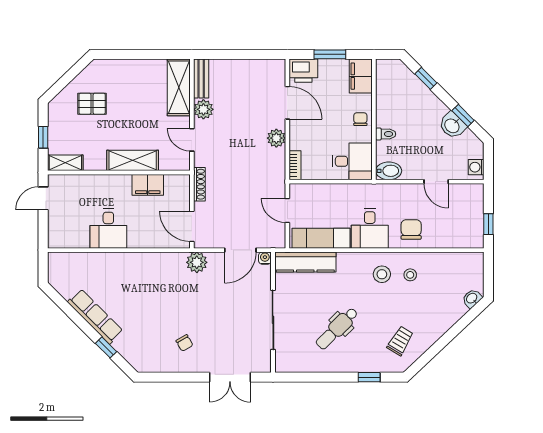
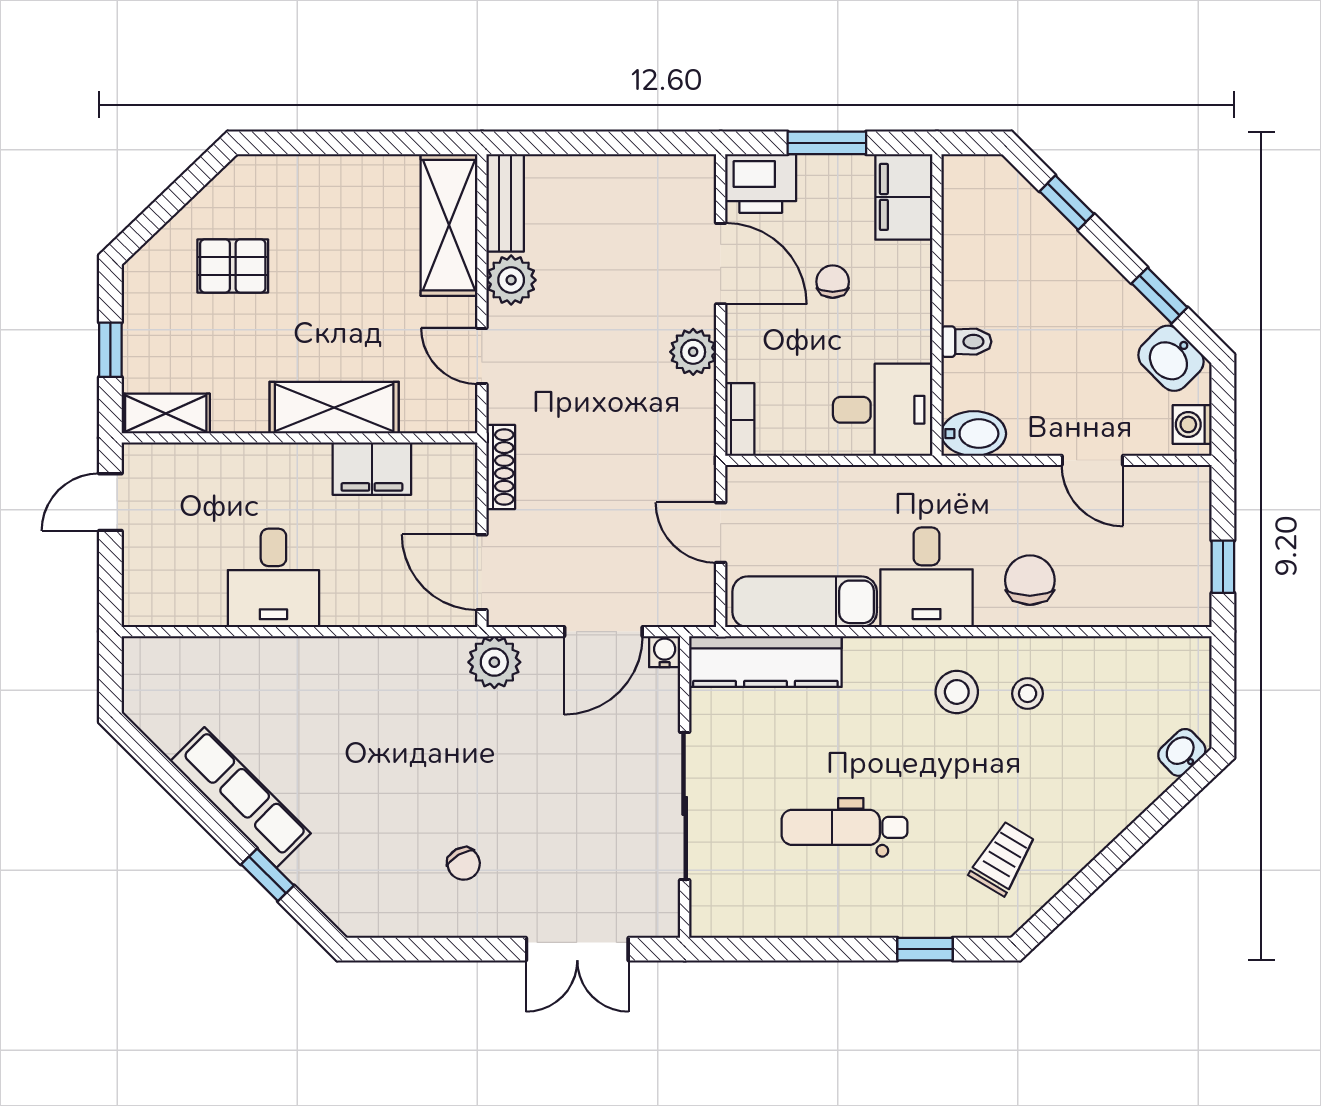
chair: (360, 119) -> (833, 282), moved
washbasin: (452, 125) -> (1171, 358), moved
dental chair: (337, 328) -> (845, 827), turned 45

